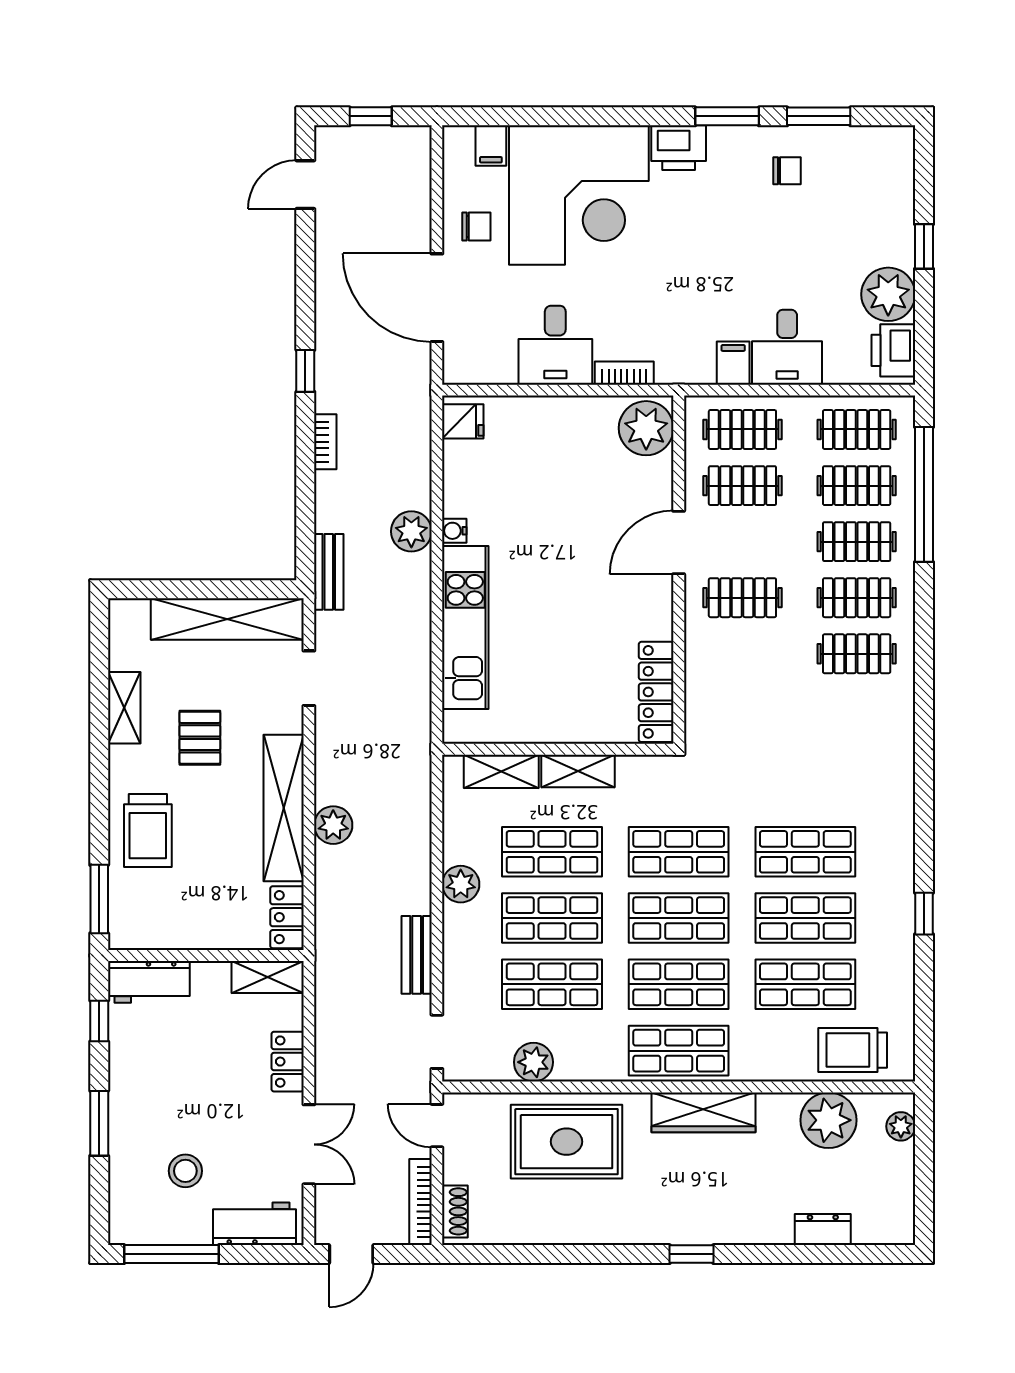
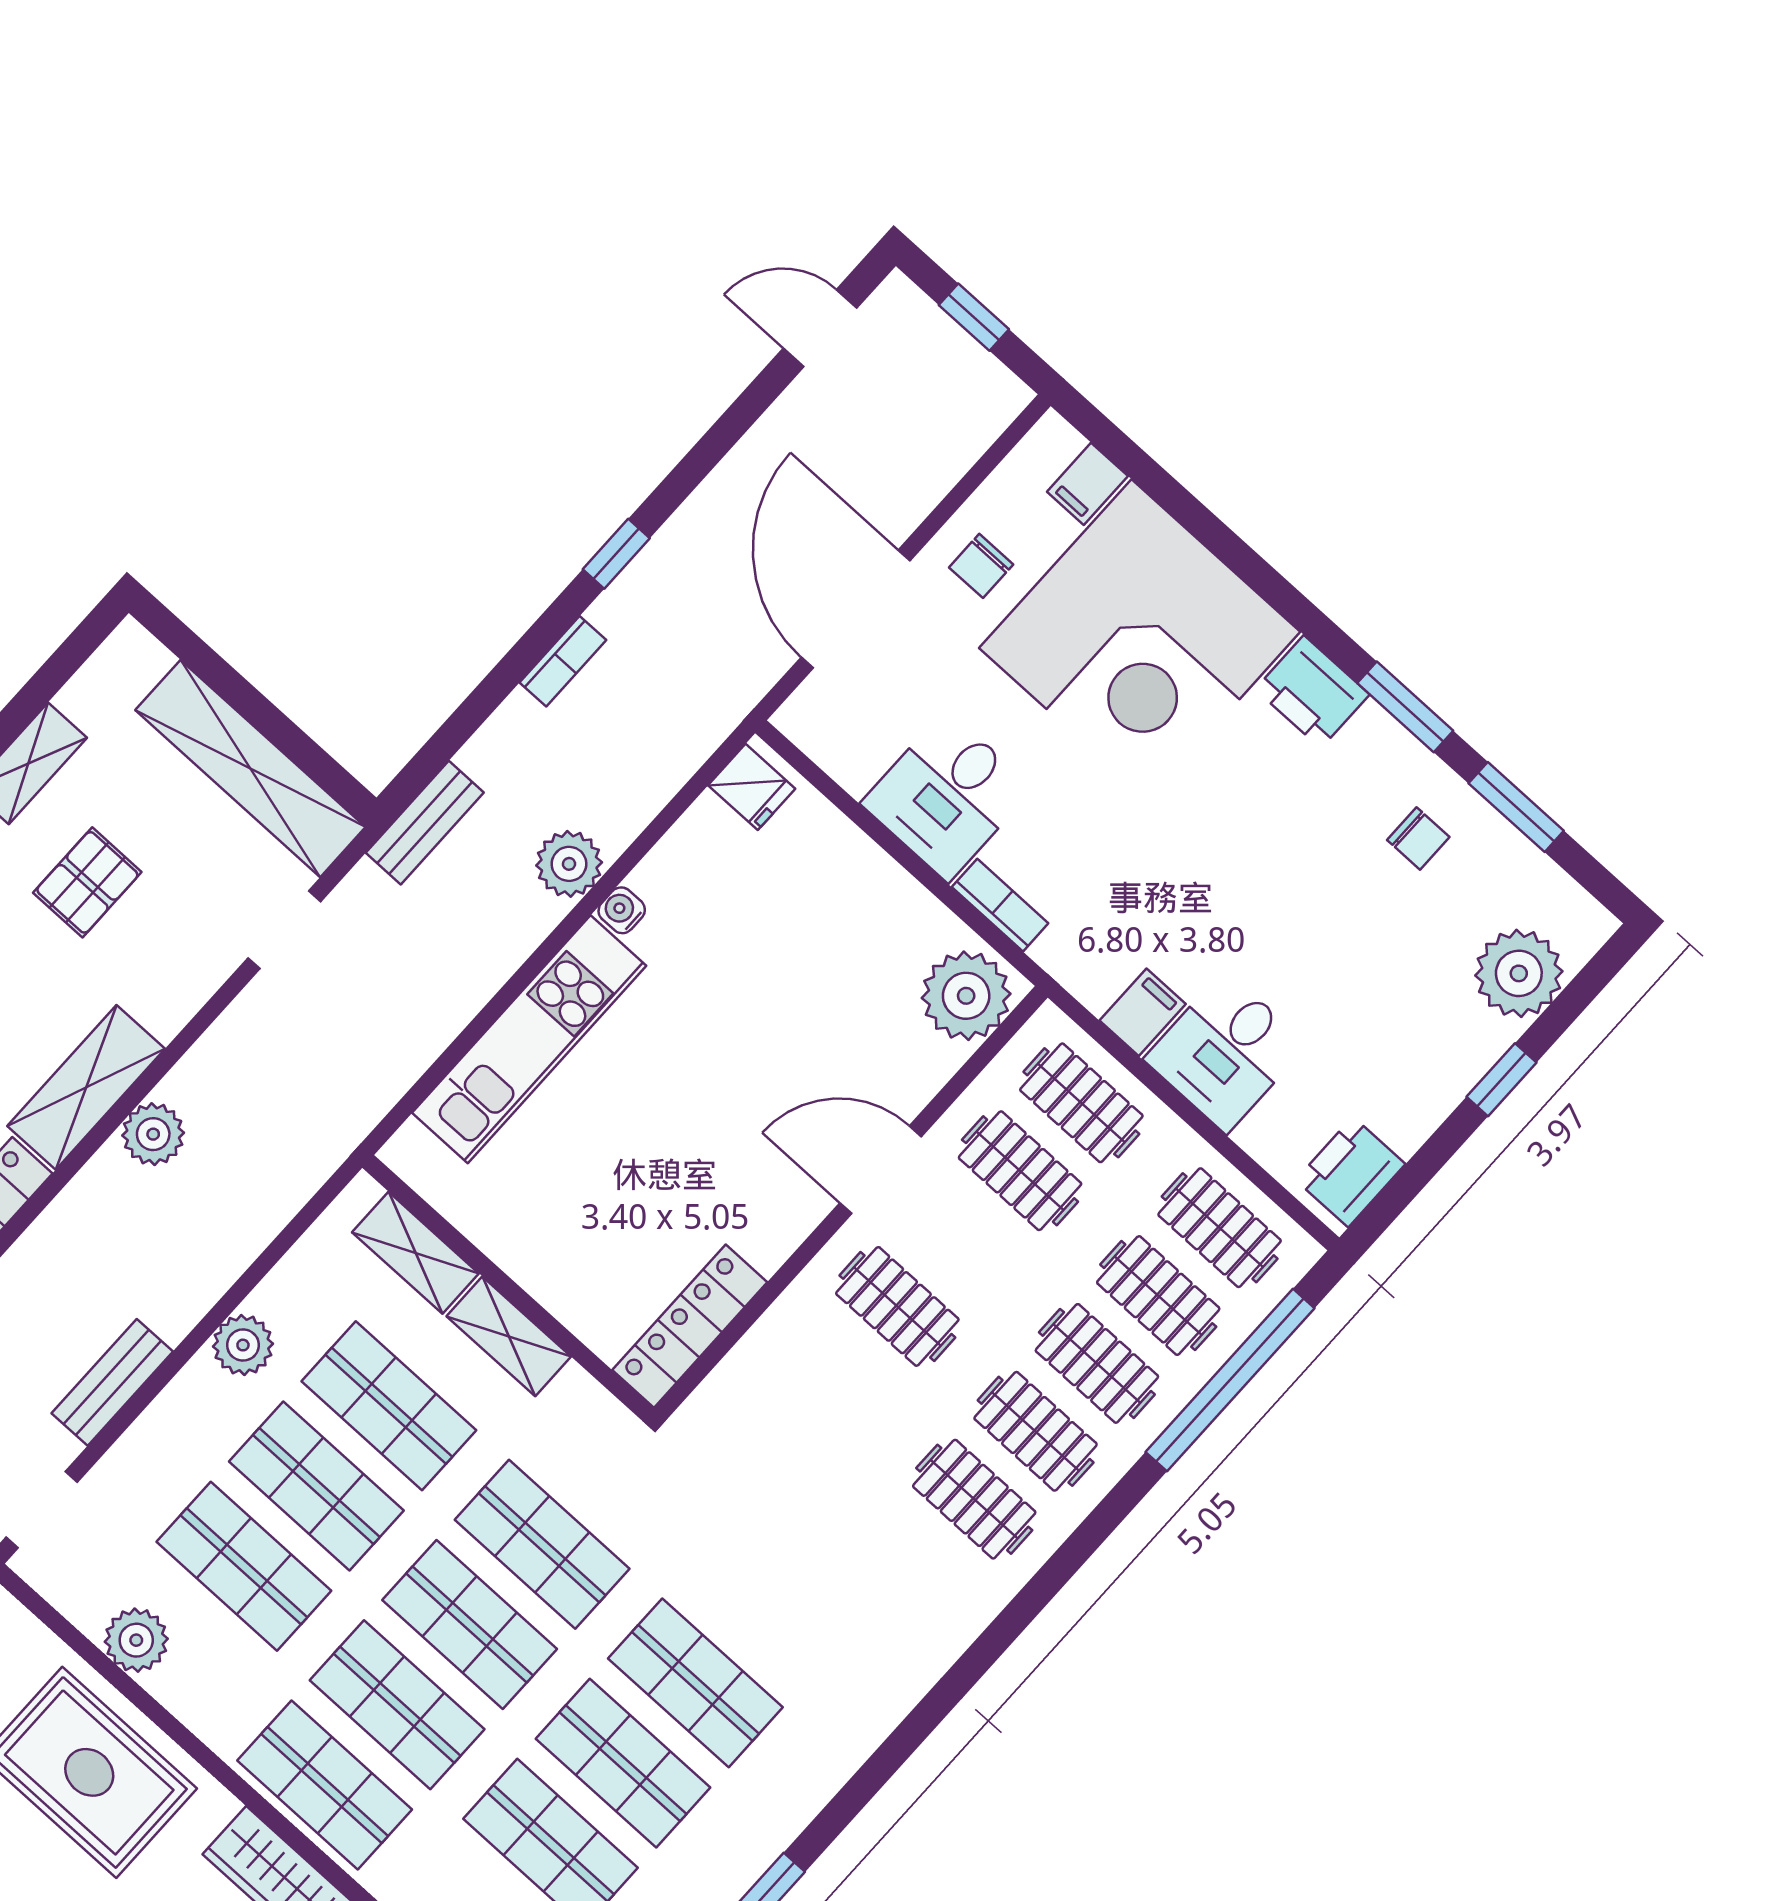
chair: (476, 227) -> (981, 566), turned 90
plant: (888, 294) -> (1519, 973), moved
shelving: (284, 808) -> (86, 1087), width x0.68

